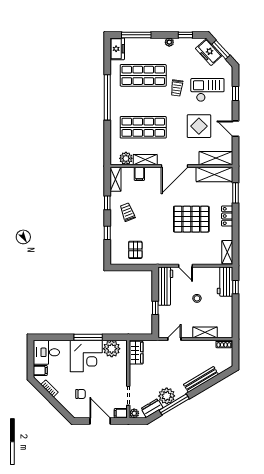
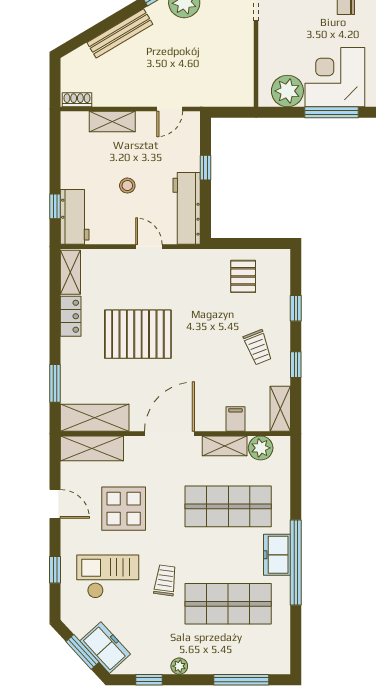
freezer: (117, 49) -> (277, 555), moved
checkout: (207, 90) -> (108, 576), turned 180
locker: (227, 216) -> (71, 316), moved
wardrobe: (136, 353) -> (241, 83), removed

